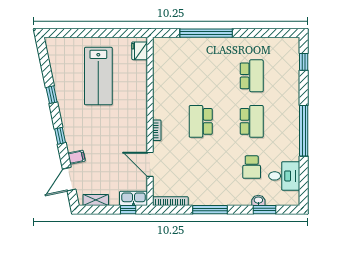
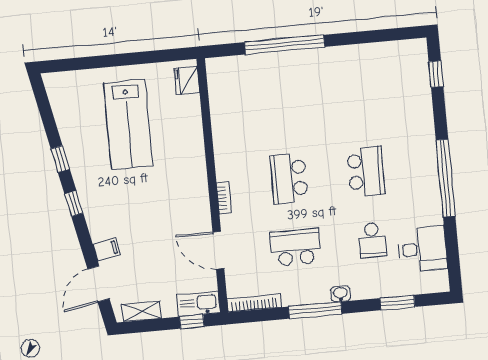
school desk: (252, 76) -> (295, 247), moved, turned -90
window: (60, 136) -> (74, 204), moved
washbasin: (258, 200) -> (340, 294), moved

